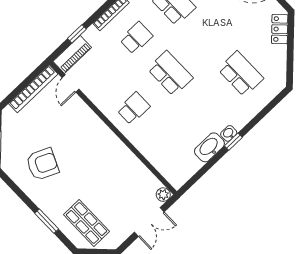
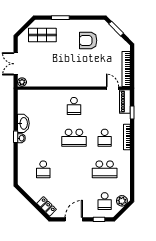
school desk: (241, 74) -> (43, 169), width x0.54
armchair: (42, 164) -> (88, 40), turned 66

